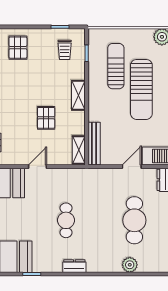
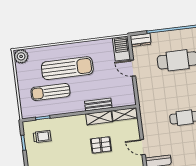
shelving: (78, 95) -> (99, 118), moved
bench: (94, 144) -> (98, 105), moved, width x0.73

